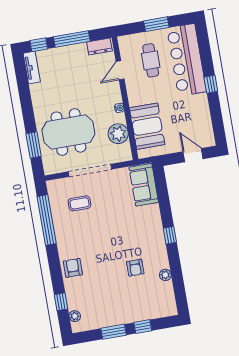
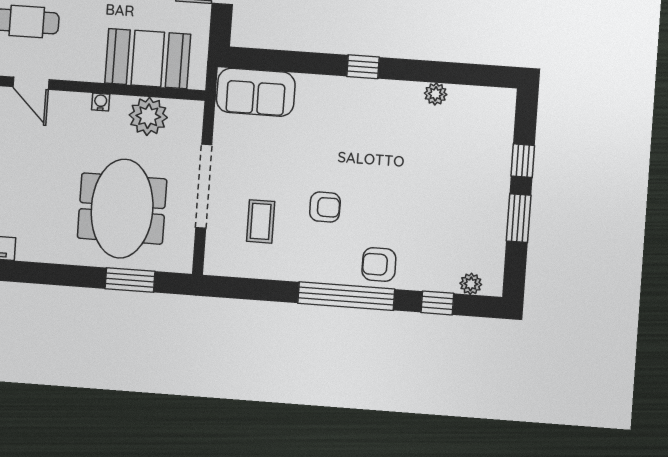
window: (47, 220) -> (346, 296), moved
armchair: (135, 268) -> (325, 207), moved

